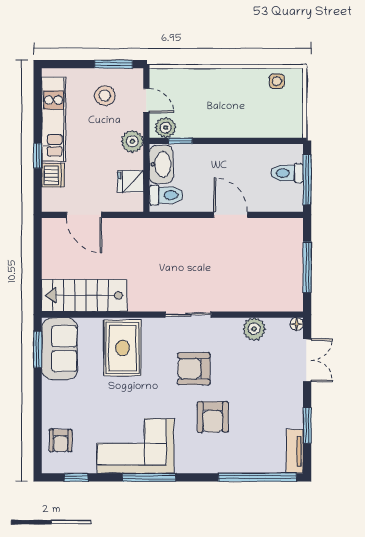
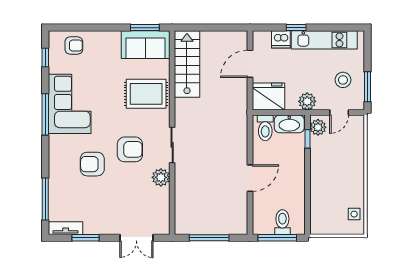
fridge: (130, 181) -> (268, 97), width x1.88, depth x1.34
floor lamp: (297, 324) -> (165, 230), removed
plant: (254, 329) -> (161, 177), moved
armchair: (194, 369) -> (130, 149), turned 90
armchair: (61, 441) -> (74, 46), turned 180
window: (257, 477) -> (45, 199), width x0.68

